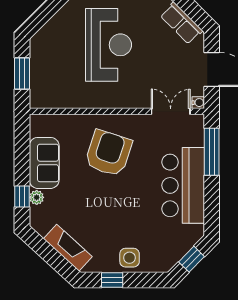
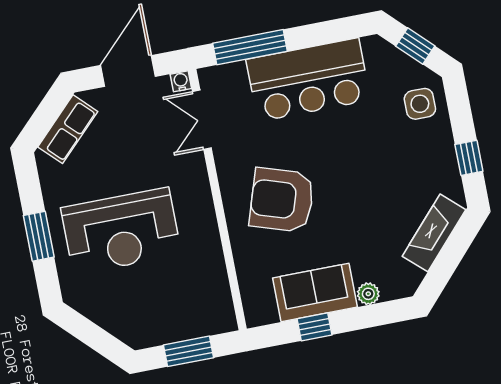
reception desk: (108, 45) -> (121, 231), turned 180
window: (22, 197) -> (314, 327), moved
side table: (130, 258) -> (420, 104), moved

